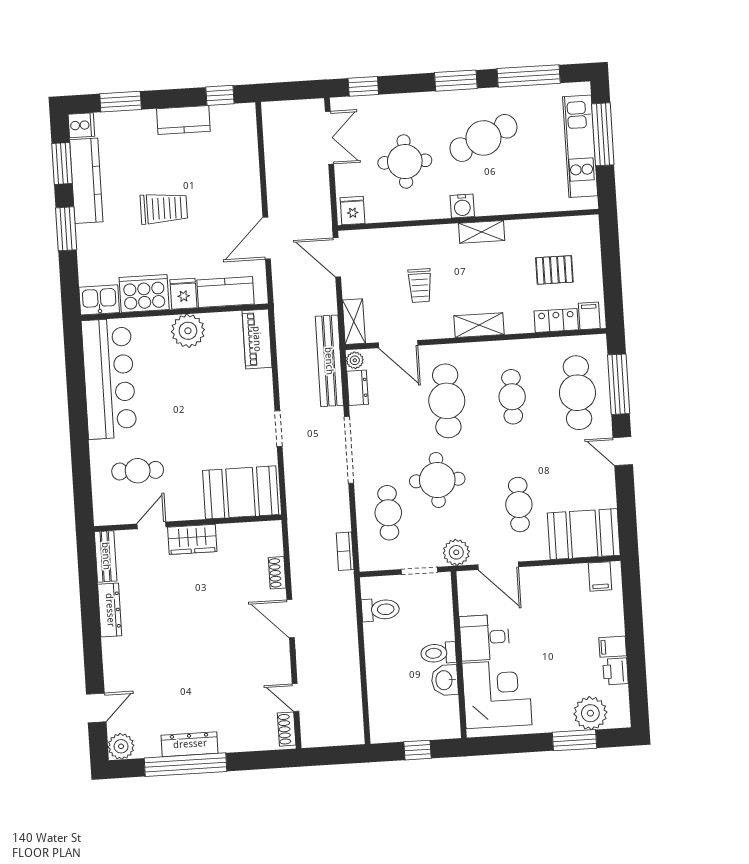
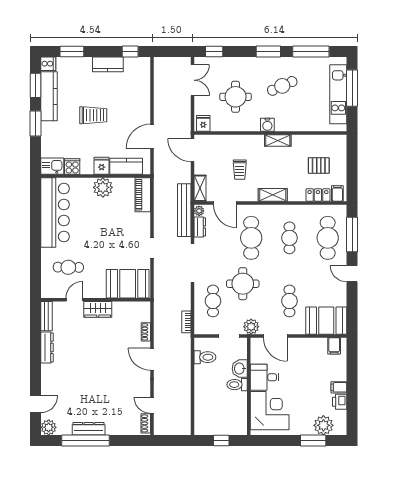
cafe table: (483, 138) -> (282, 86), width x0.73, depth x0.74
cooker: (144, 293) -> (72, 167), width x0.53, depth x0.76
washbasin: (445, 680) -> (240, 369), moved

